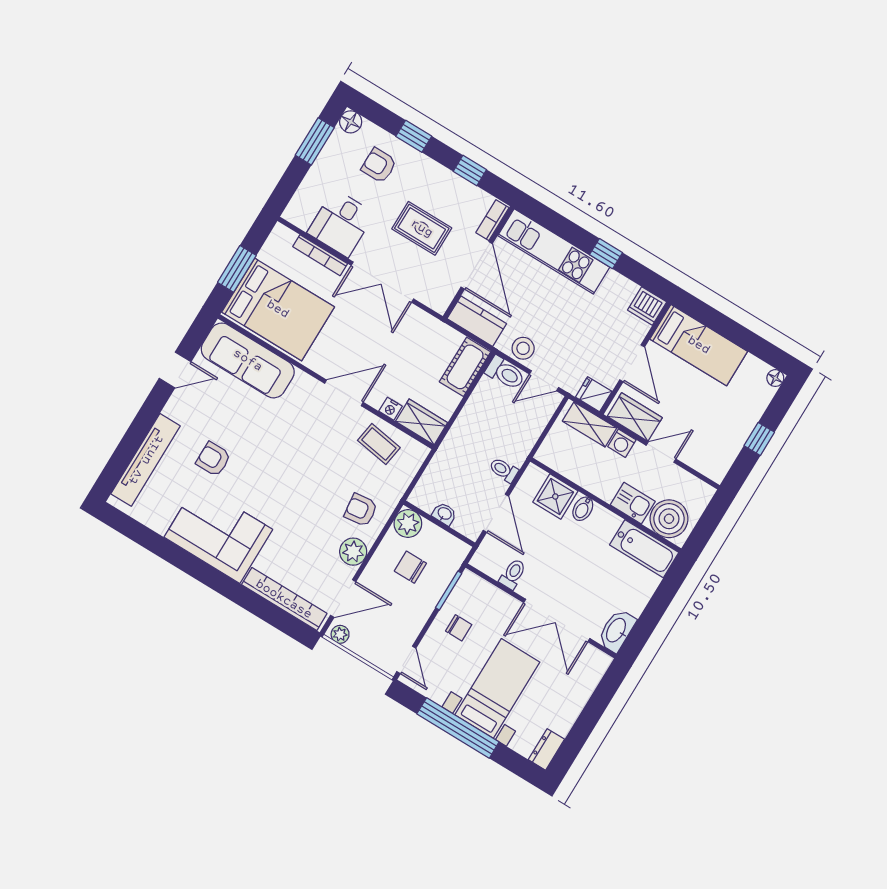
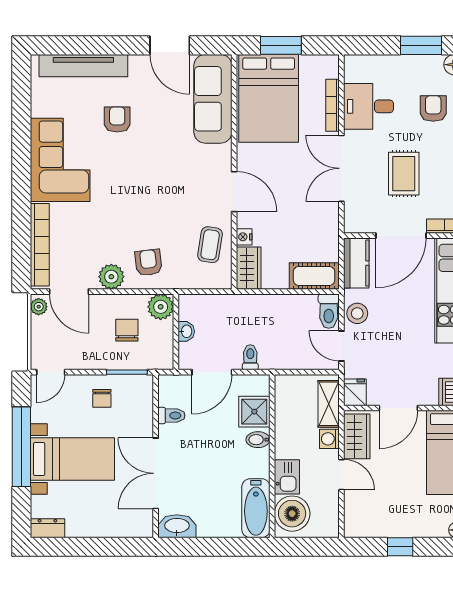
door: (175, 370) -> (170, 45), width x1.38

